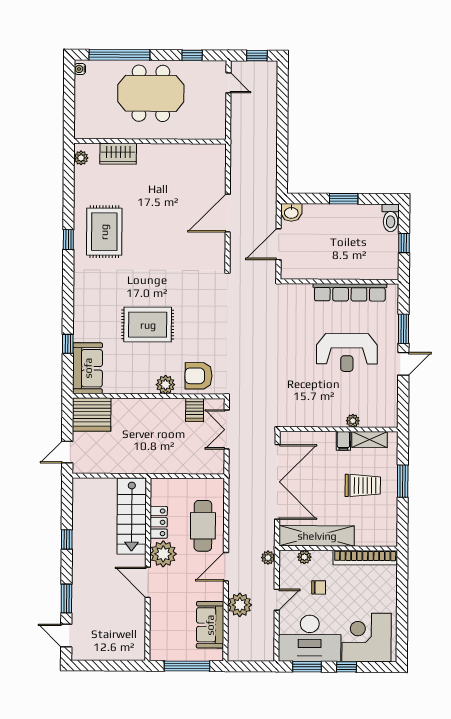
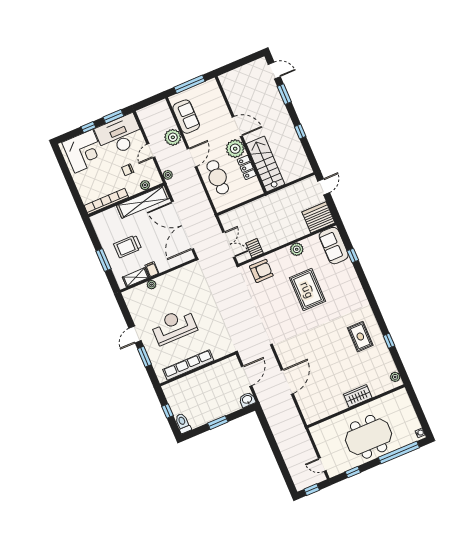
wardrobe: (118, 154) -> (358, 396), moved
rug: (104, 232) -> (360, 337), width x0.73, depth x0.70
window: (68, 240) -> (389, 341), moved
rug: (148, 325) -> (307, 290), turned 90
plant: (165, 385) -> (297, 249), moved

